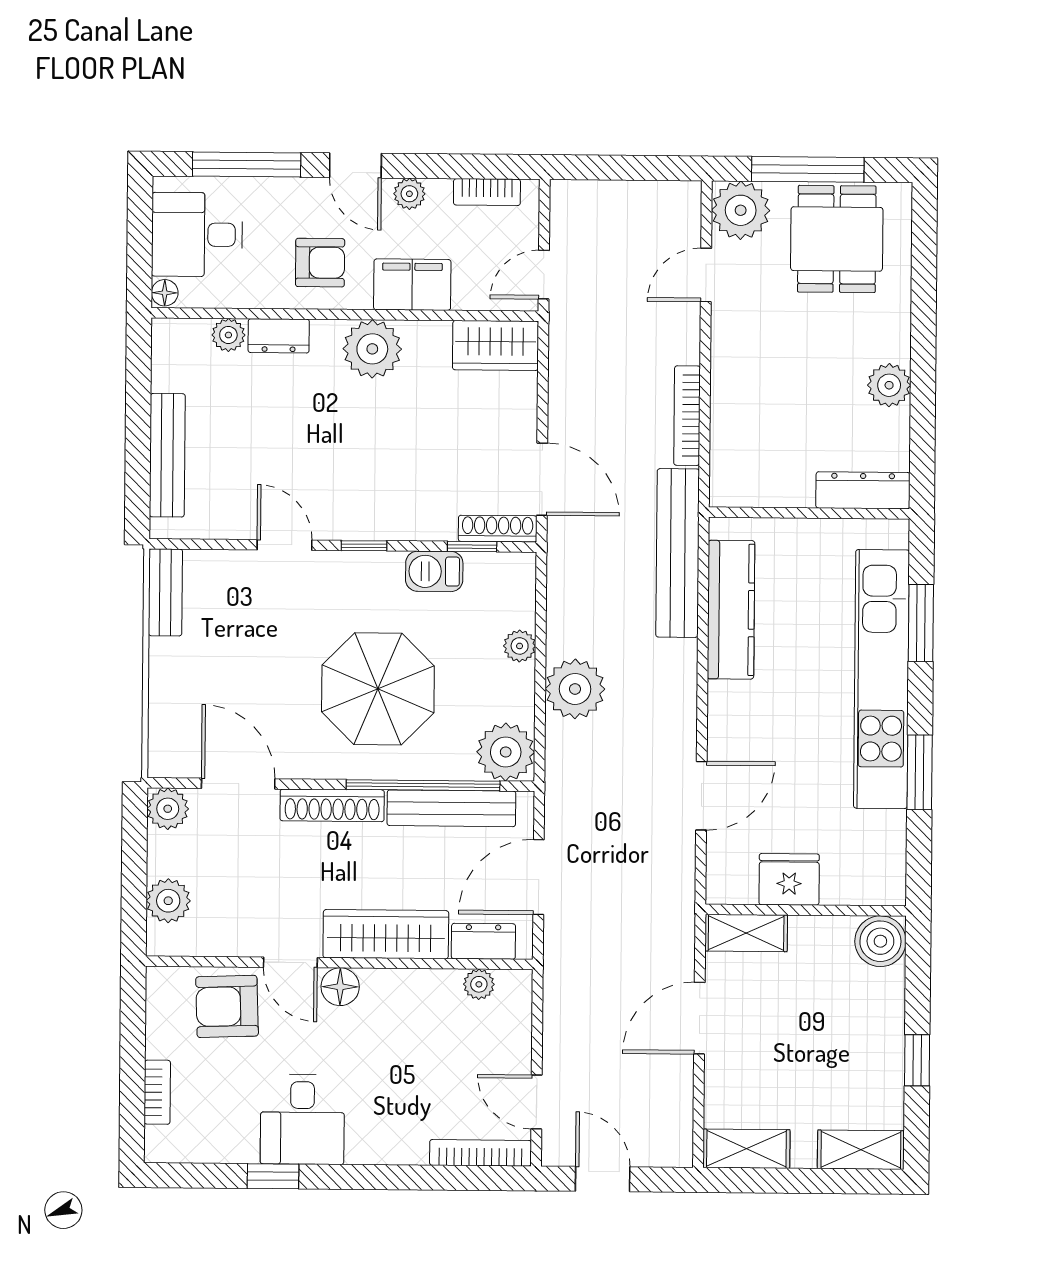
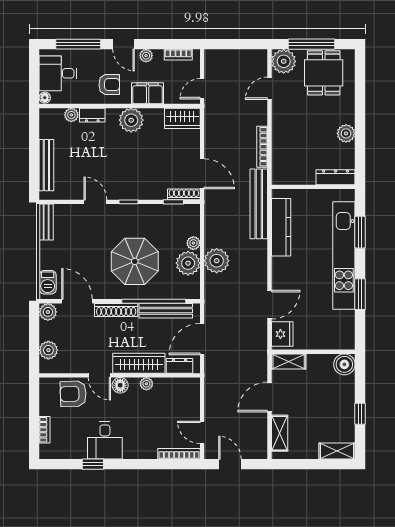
barbecue: (434, 571) -> (48, 282), moved, turned -90
plant: (506, 752) -> (188, 263), moved
fridge: (789, 879) -> (282, 334), moved, turned 90
plant: (479, 984) -> (146, 384), moved
shelving: (746, 1149) -> (280, 433), moved, turned 90

